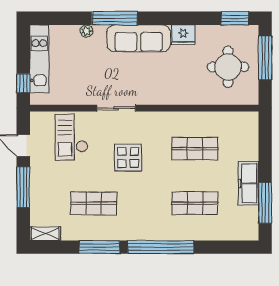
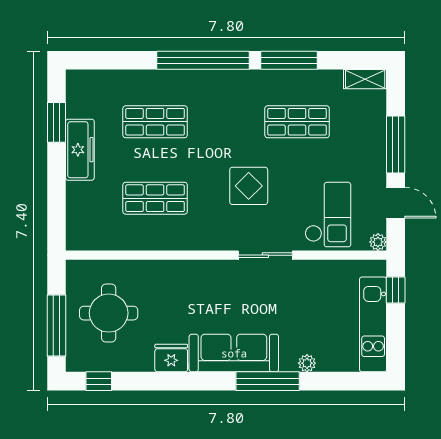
window: (235, 18) -> (99, 381), width x0.67
plant: (36, 118) -> (378, 242), added
window: (265, 203) -> (56, 122), width x0.69

